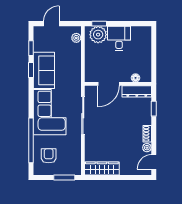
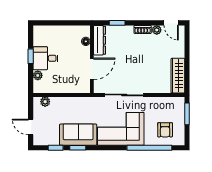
window: (99, 24) -> (31, 56), moved
plant: (98, 35) -> (38, 75), width x0.53, depth x0.53
door: (108, 84) -> (92, 69), hinge flipped
armchair: (49, 156) -> (165, 130), turned -90

